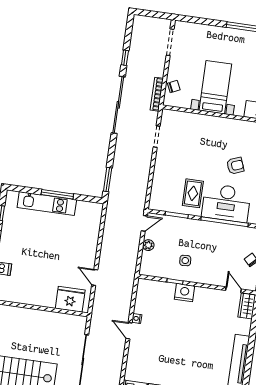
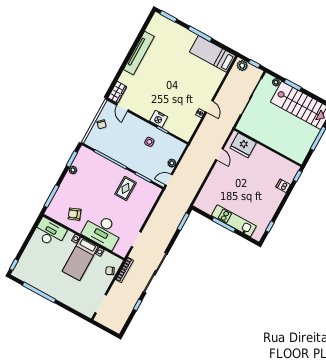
armchair: (235, 166) -> (75, 214), moved
desk: (226, 203) -> (103, 231), moved, turned 180

